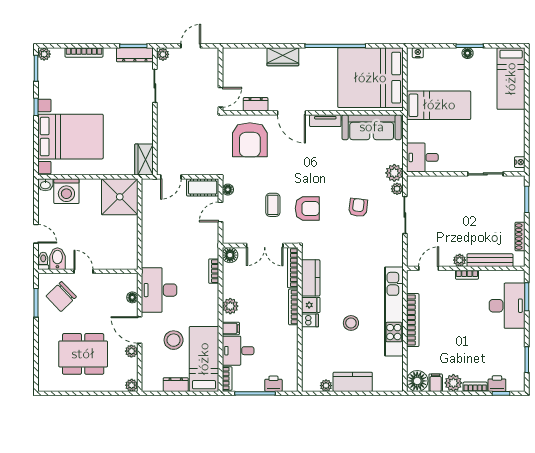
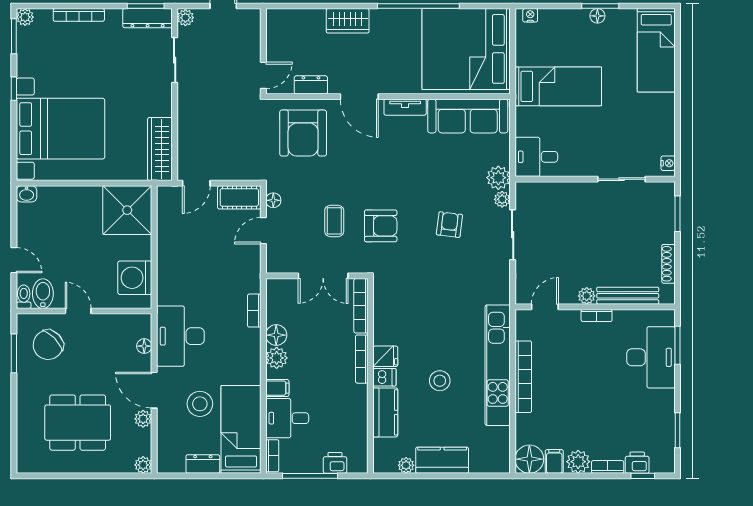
wardrobe: (144, 159) -> (160, 149), width x1.50
washing machine: (66, 191) -> (135, 278), moved, turned 90
floor lamp: (230, 255) -> (276, 335), moved
kitchen counter: (311, 278) -> (385, 412), moved

